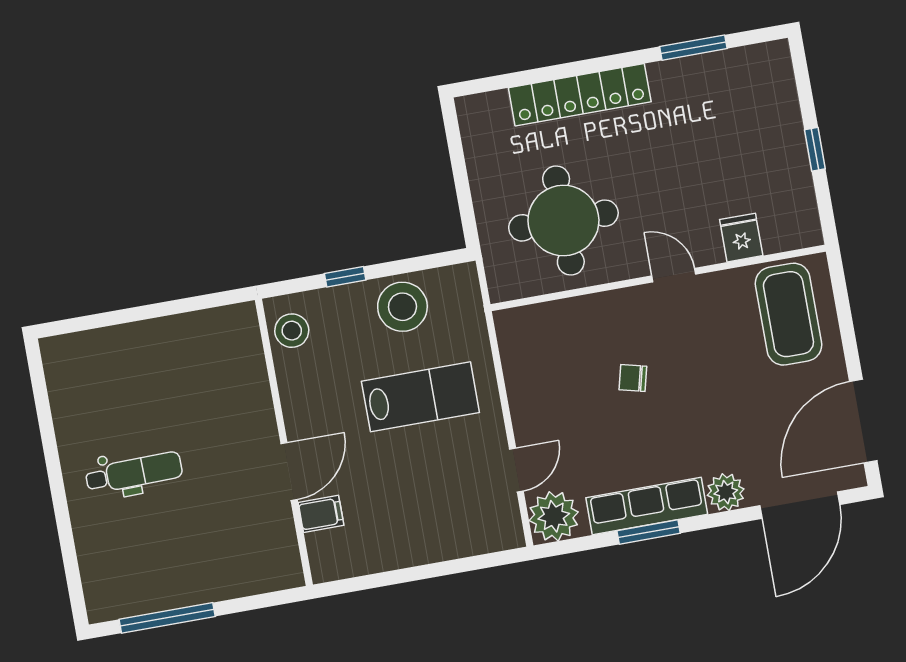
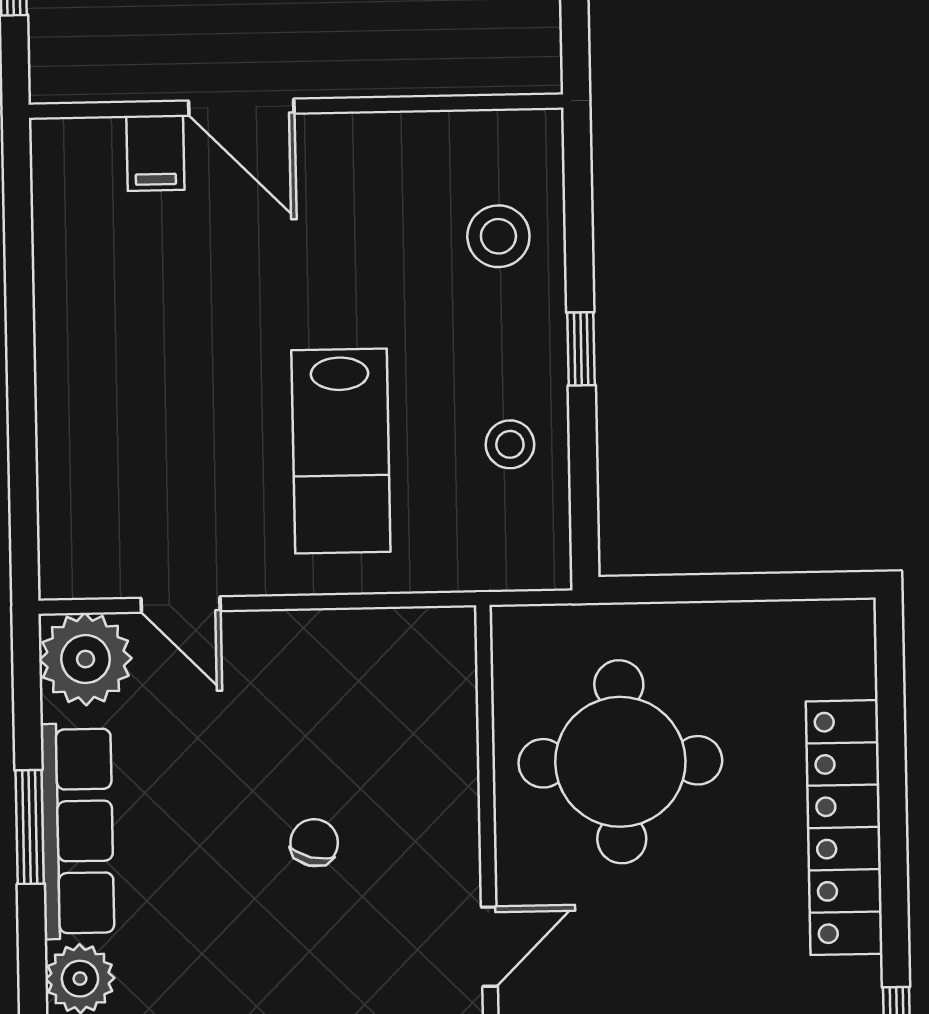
stool: (402, 307) -> (510, 444), width x0.53, depth x0.53
wall: (284, 442) -> (296, 106), moved
door: (289, 472) -> (241, 107), moved
filing cabinet: (321, 514) -> (155, 153), moved

